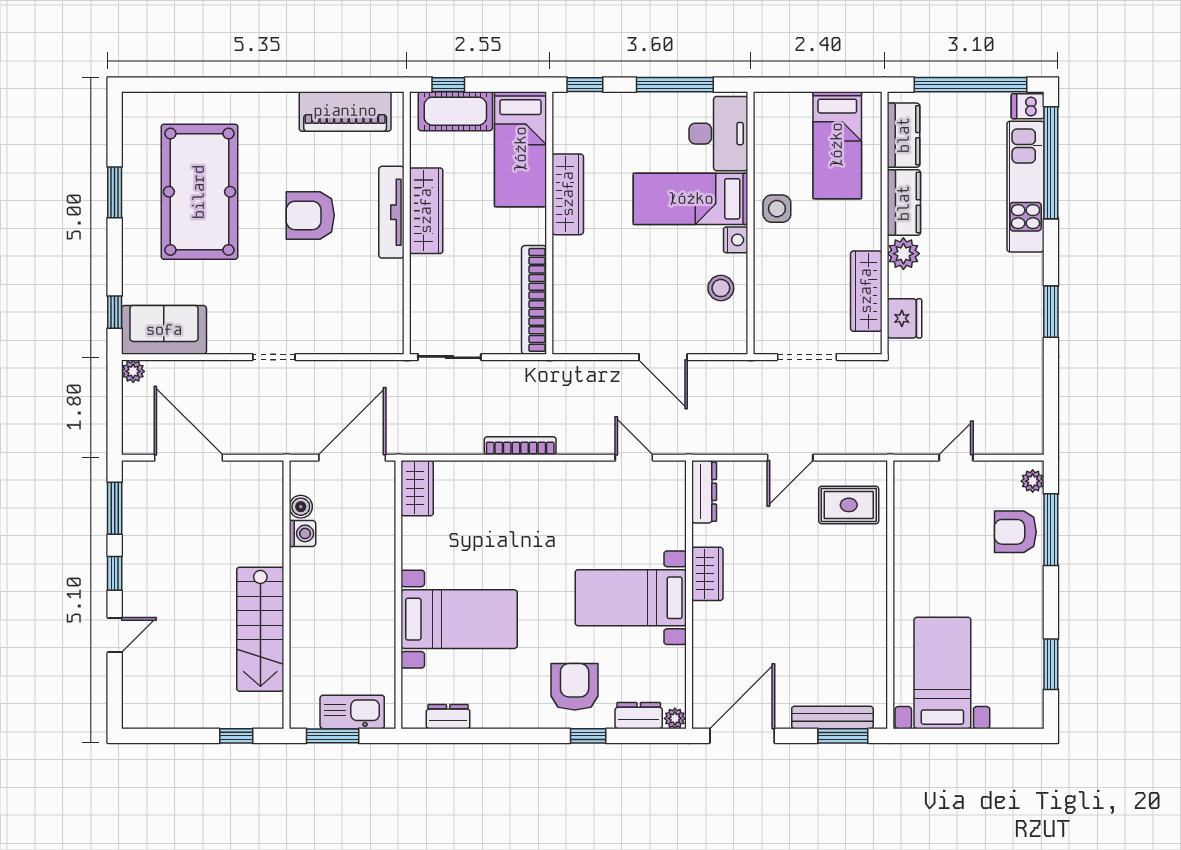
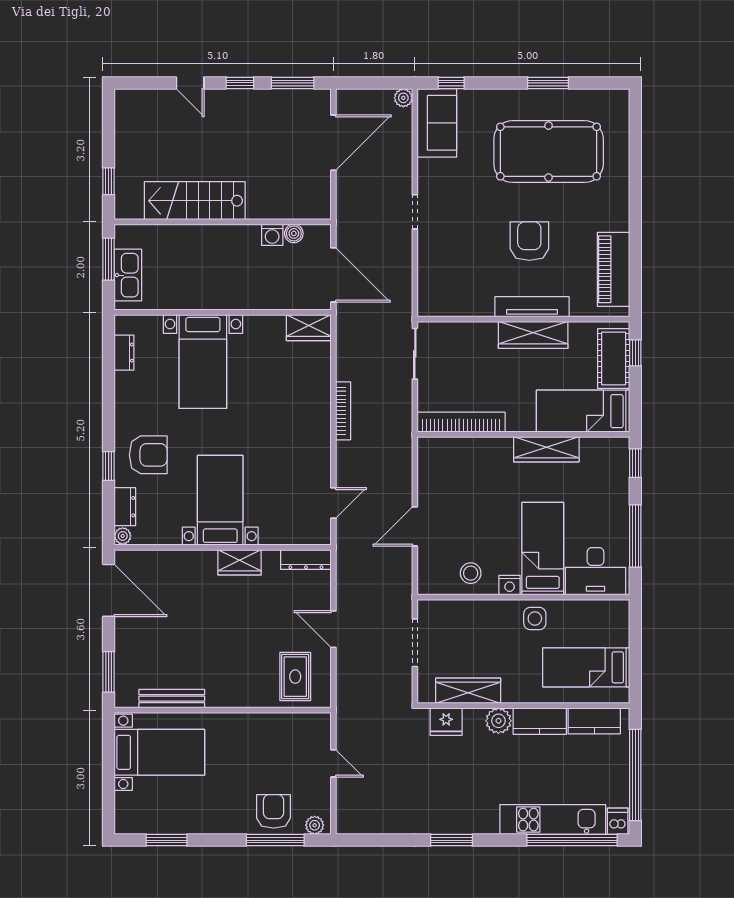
bench: (832, 717) -> (172, 699), moved, turned 90

